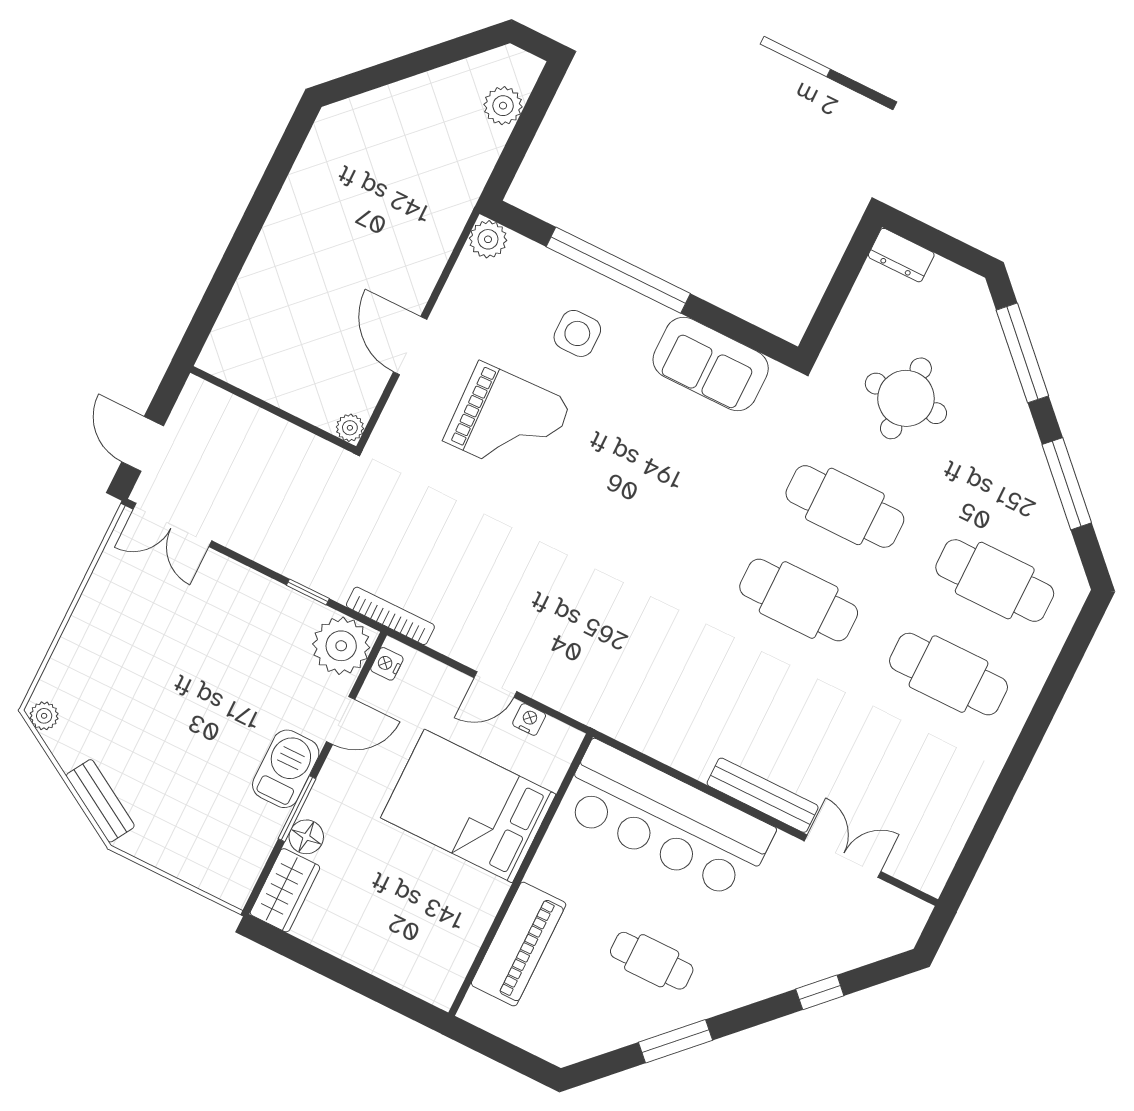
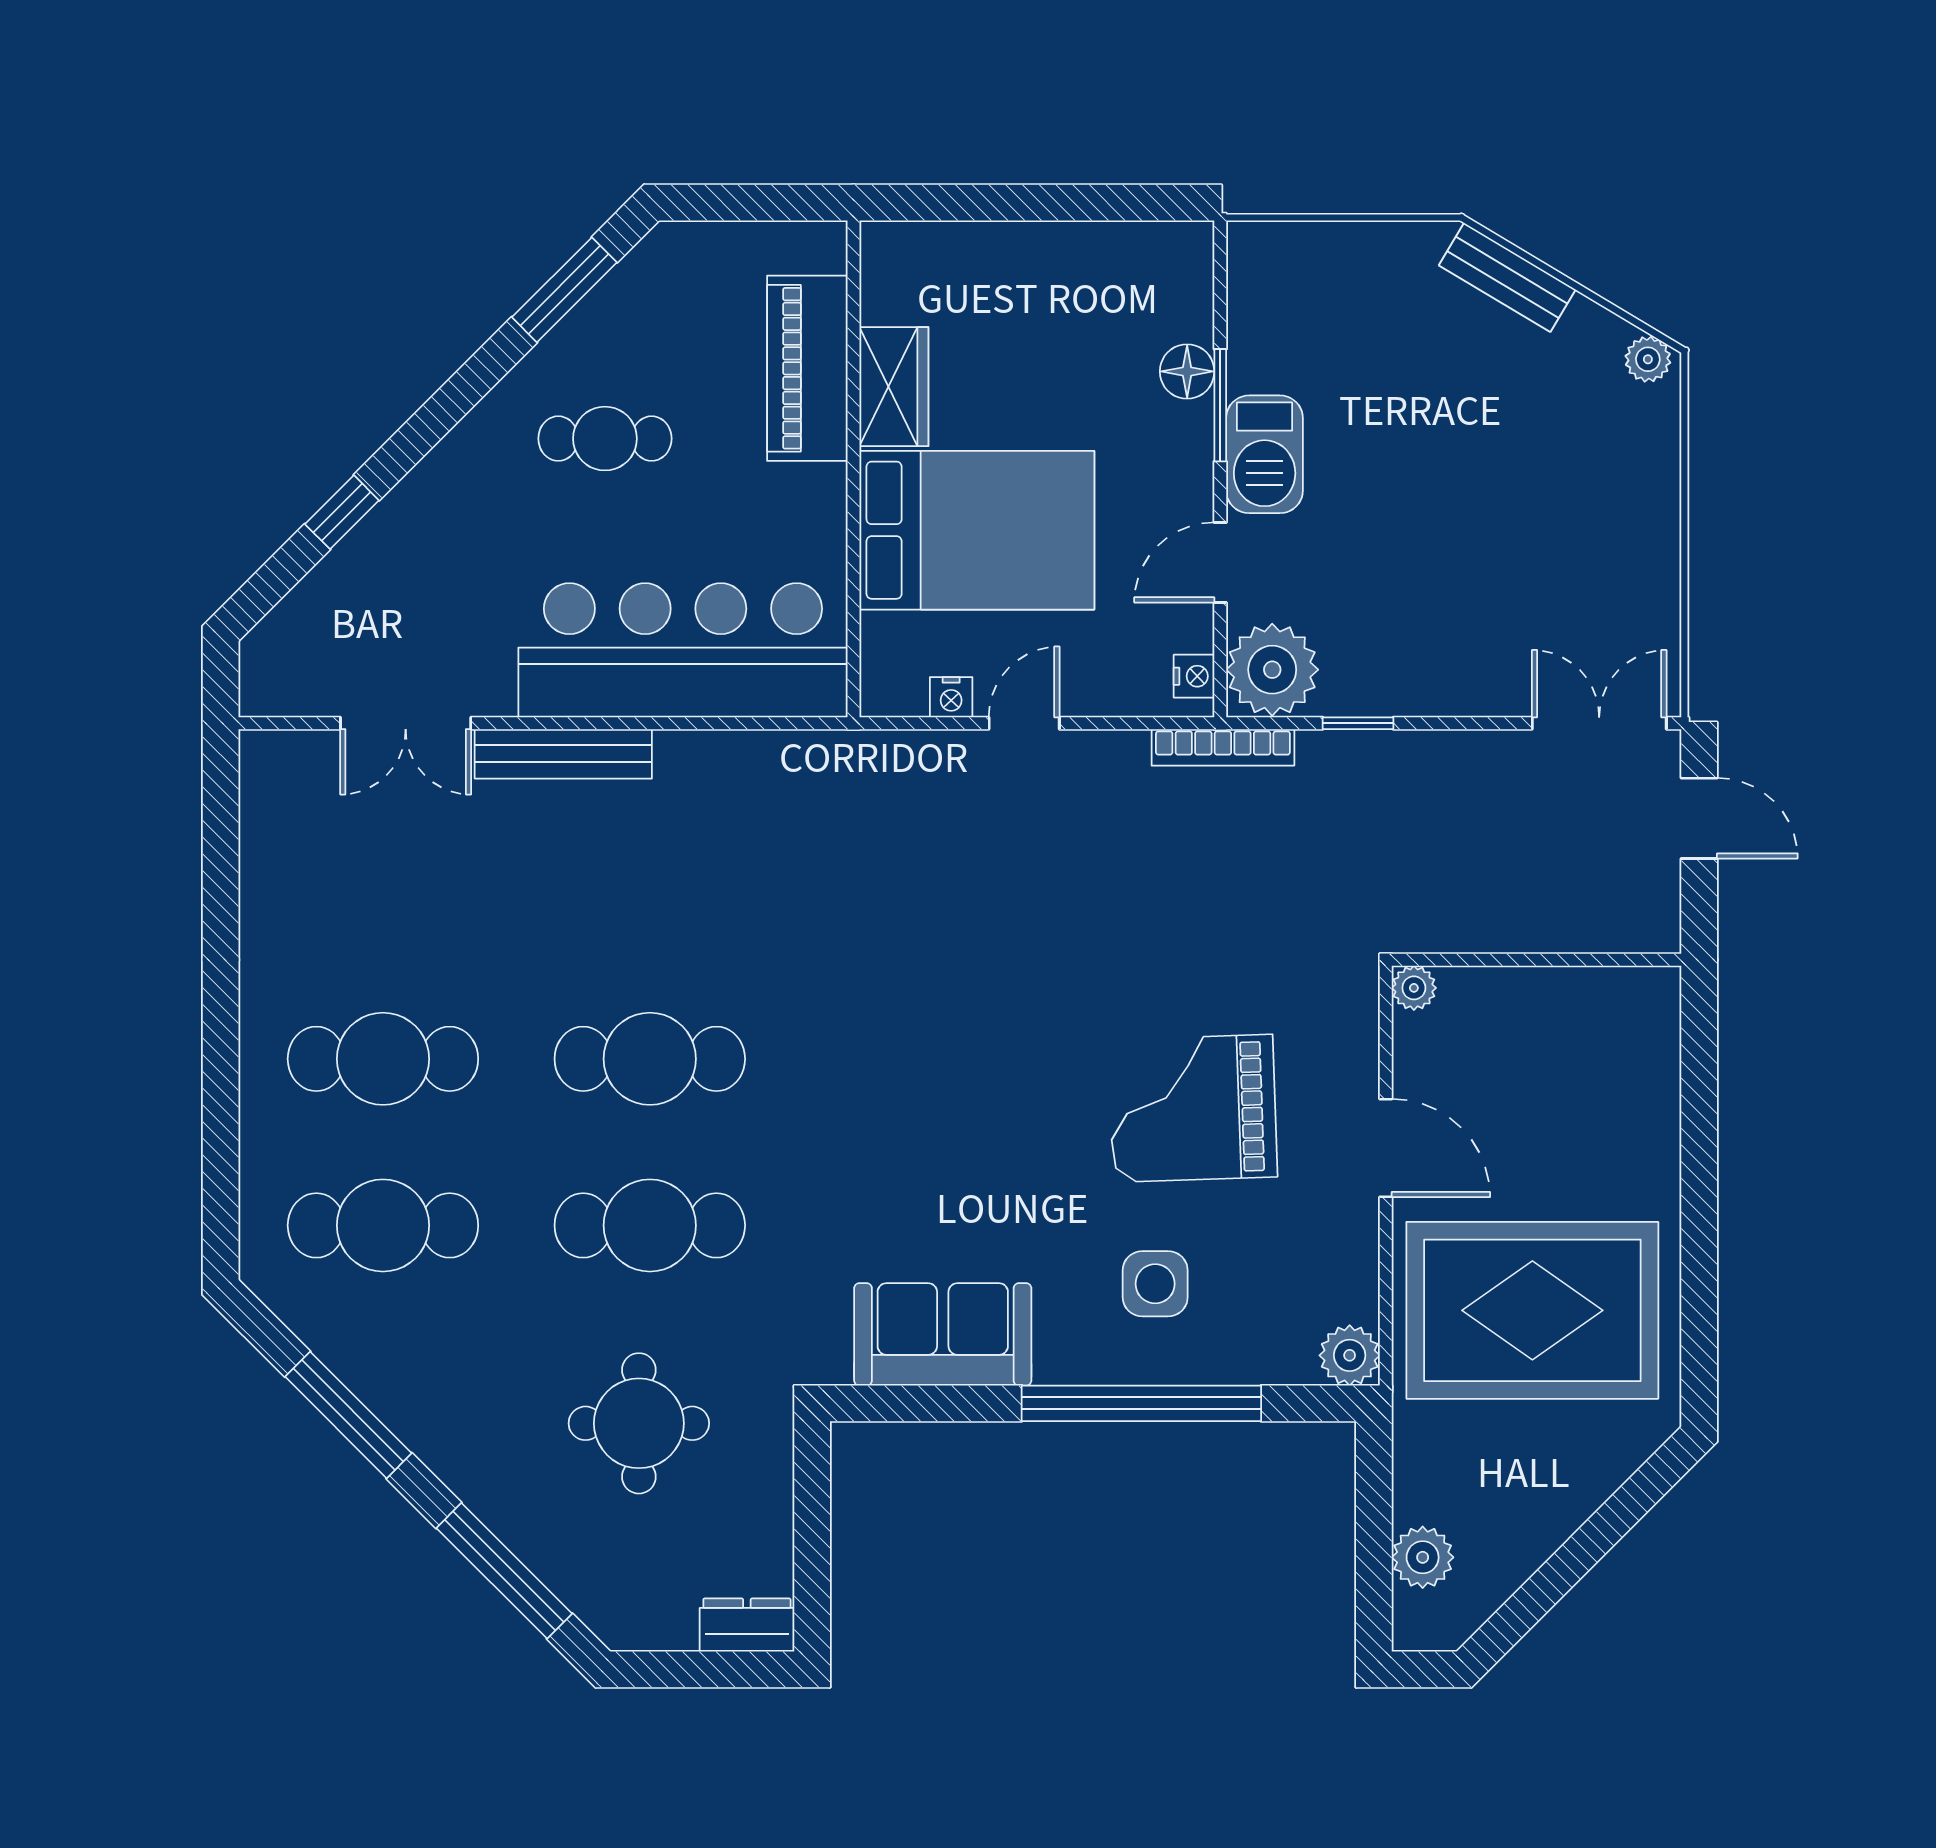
rug: (373, 214) -> (1532, 1310), added
wardrobe: (285, 890) -> (894, 387), moved, turned 180
window: (675, 1041) -> (564, 290), moved

